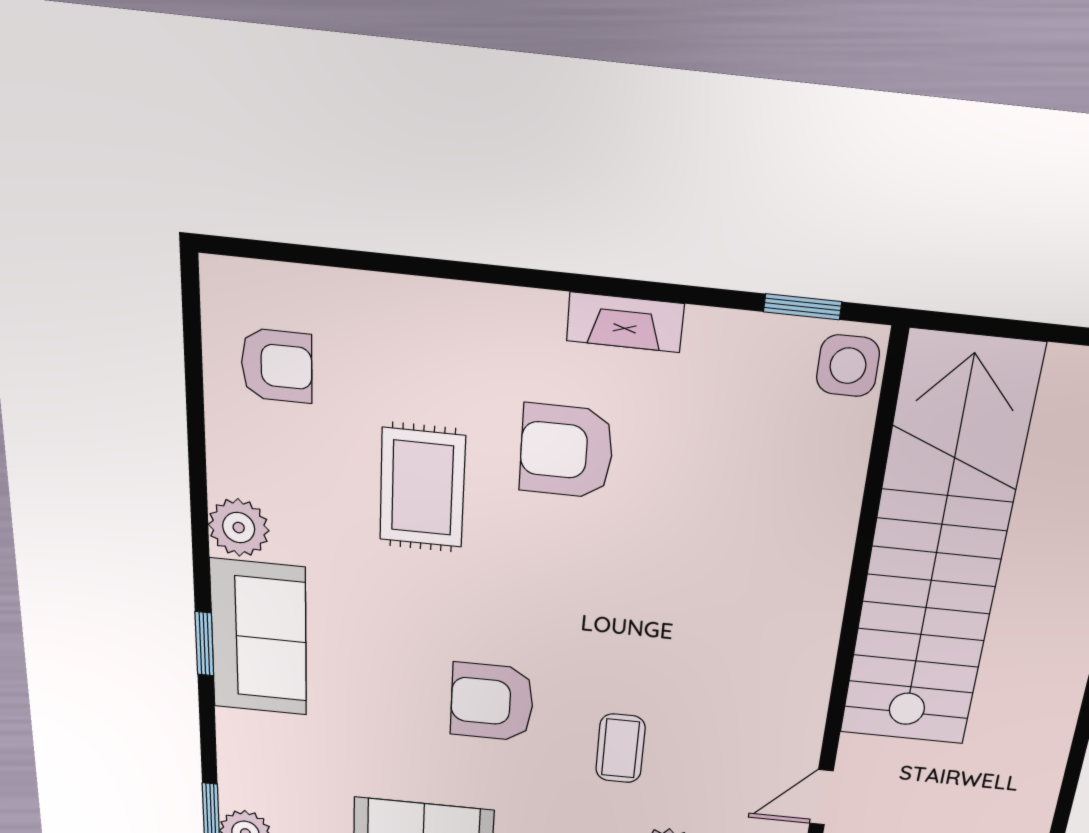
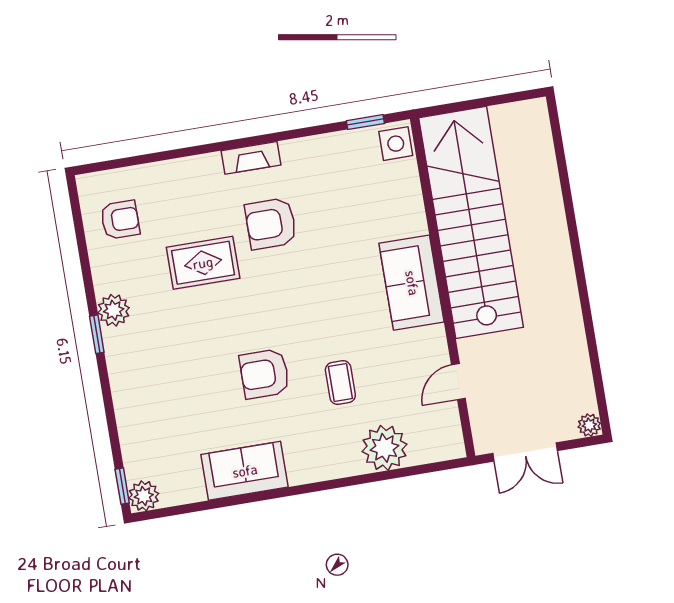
fireplace: (625, 322) -> (251, 158), moved
rug: (422, 488) -> (203, 263), turned 90
sofa: (259, 638) -> (412, 283), moved, turned 180
window: (204, 644) -> (97, 334), moved

